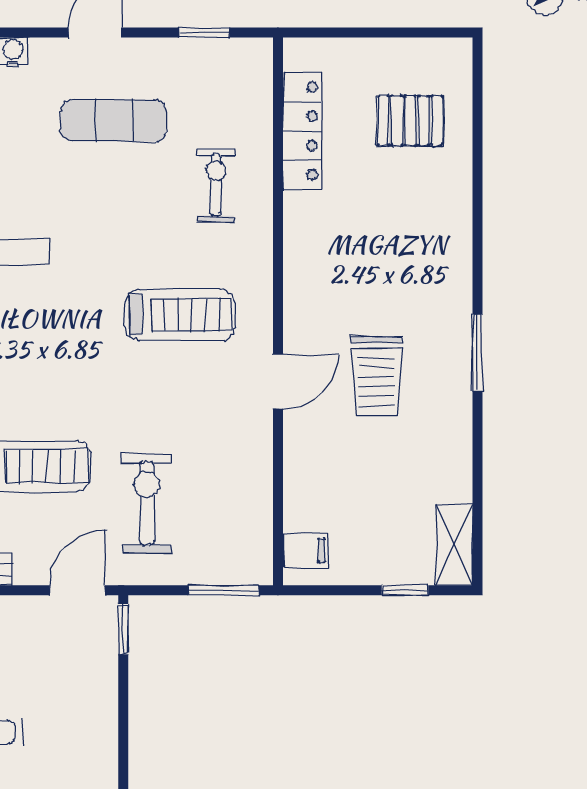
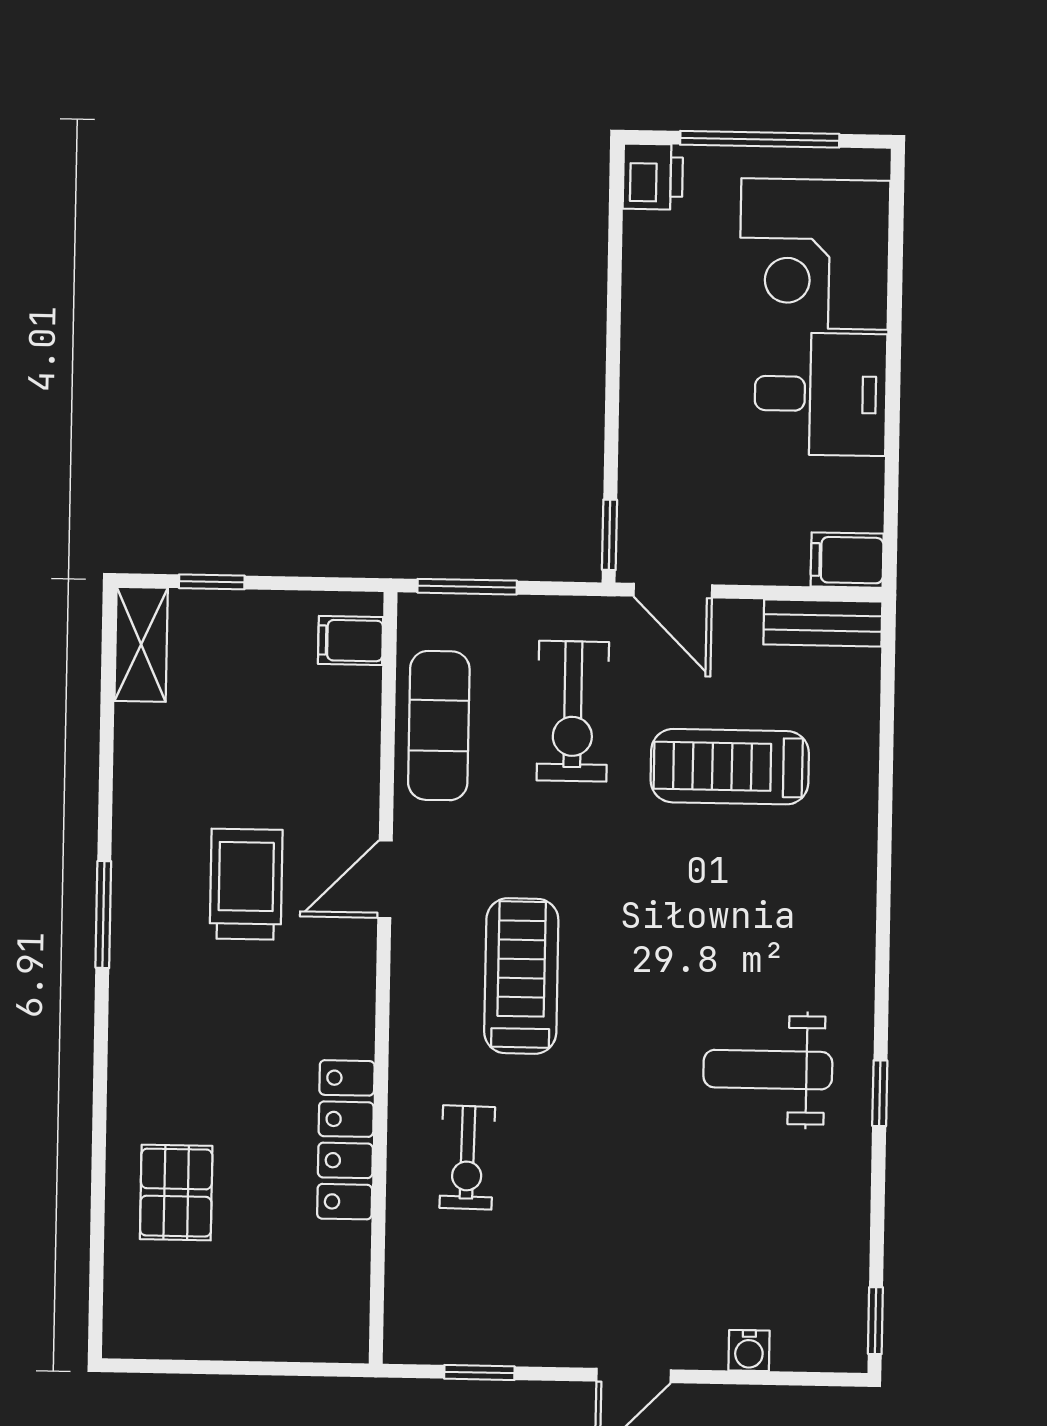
exercise mat: (114, 120) -> (439, 726), moved, turned 90
pallet: (410, 121) -> (176, 1193), moved, turned 90
locker: (302, 131) -> (346, 1140), moved
treadmill: (180, 315) -> (521, 976), turned 90
door: (77, 590) -> (673, 591), hinge flipped

